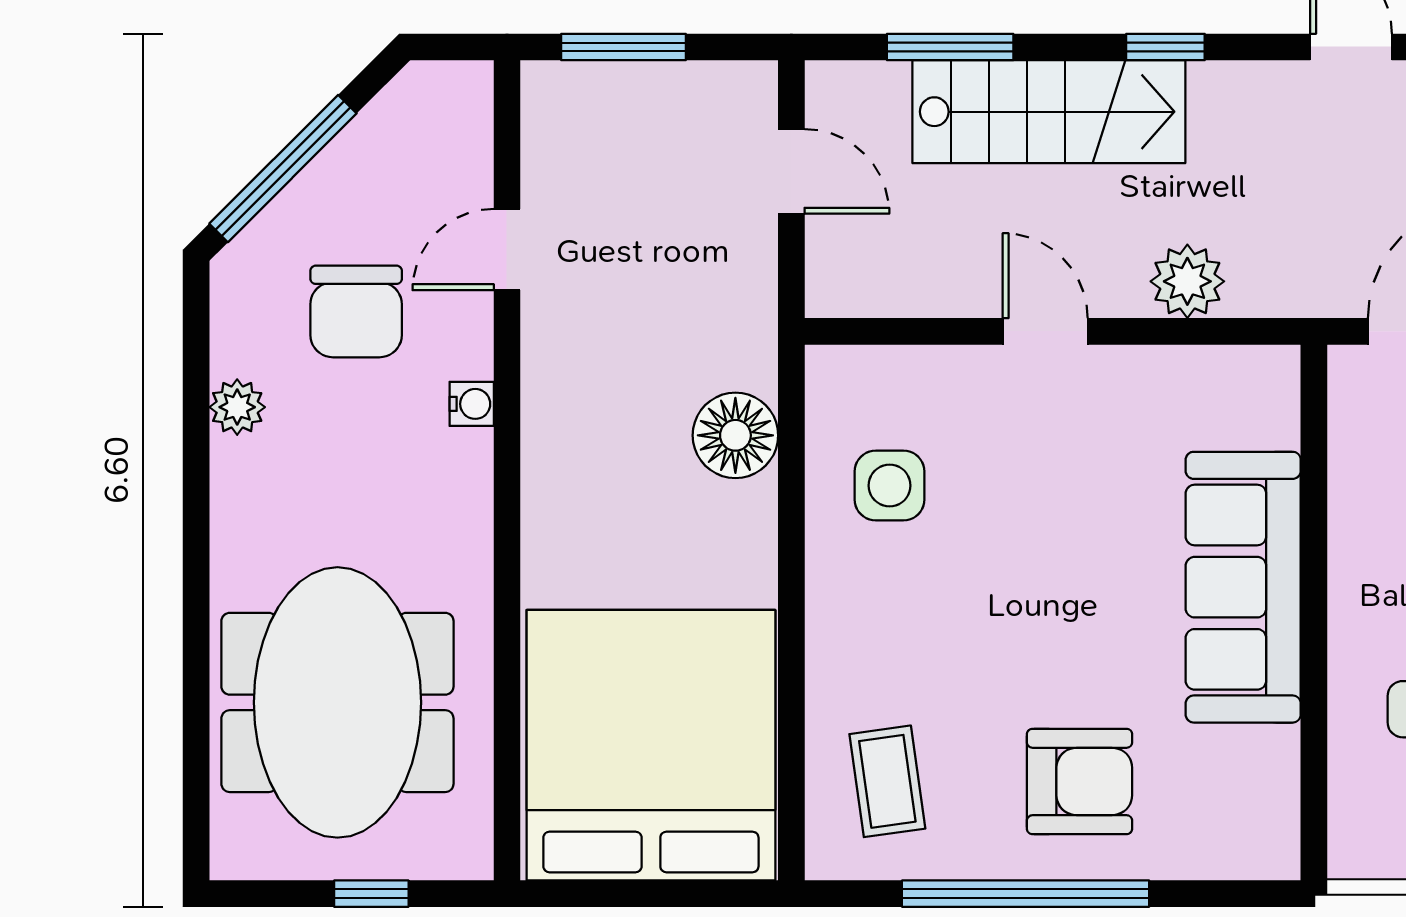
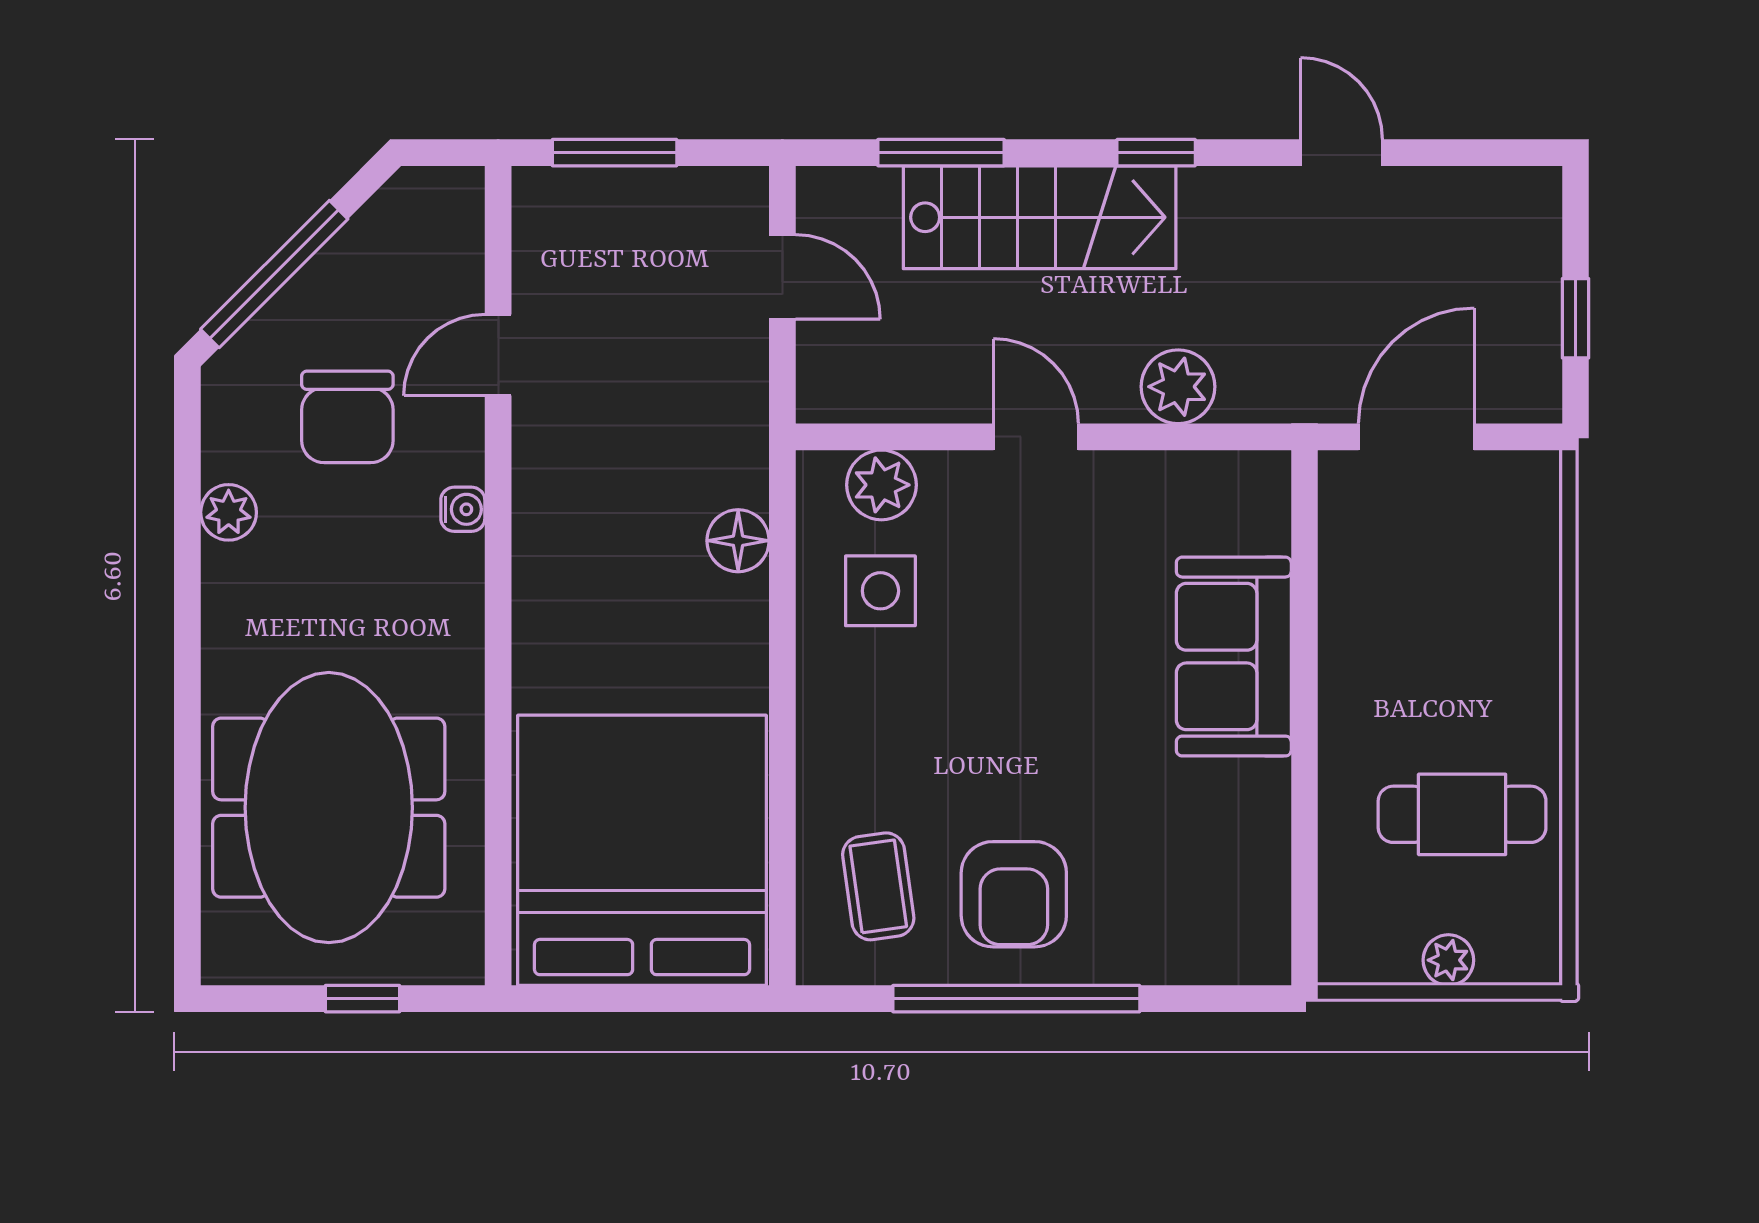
plant: (891, 380) -> (881, 485), added
floor lamp: (735, 435) -> (738, 541), width x0.73, depth x0.73
sofa: (1243, 587) -> (1234, 657), width x0.73
armchair: (1080, 781) -> (1014, 894), moved, turned 90

